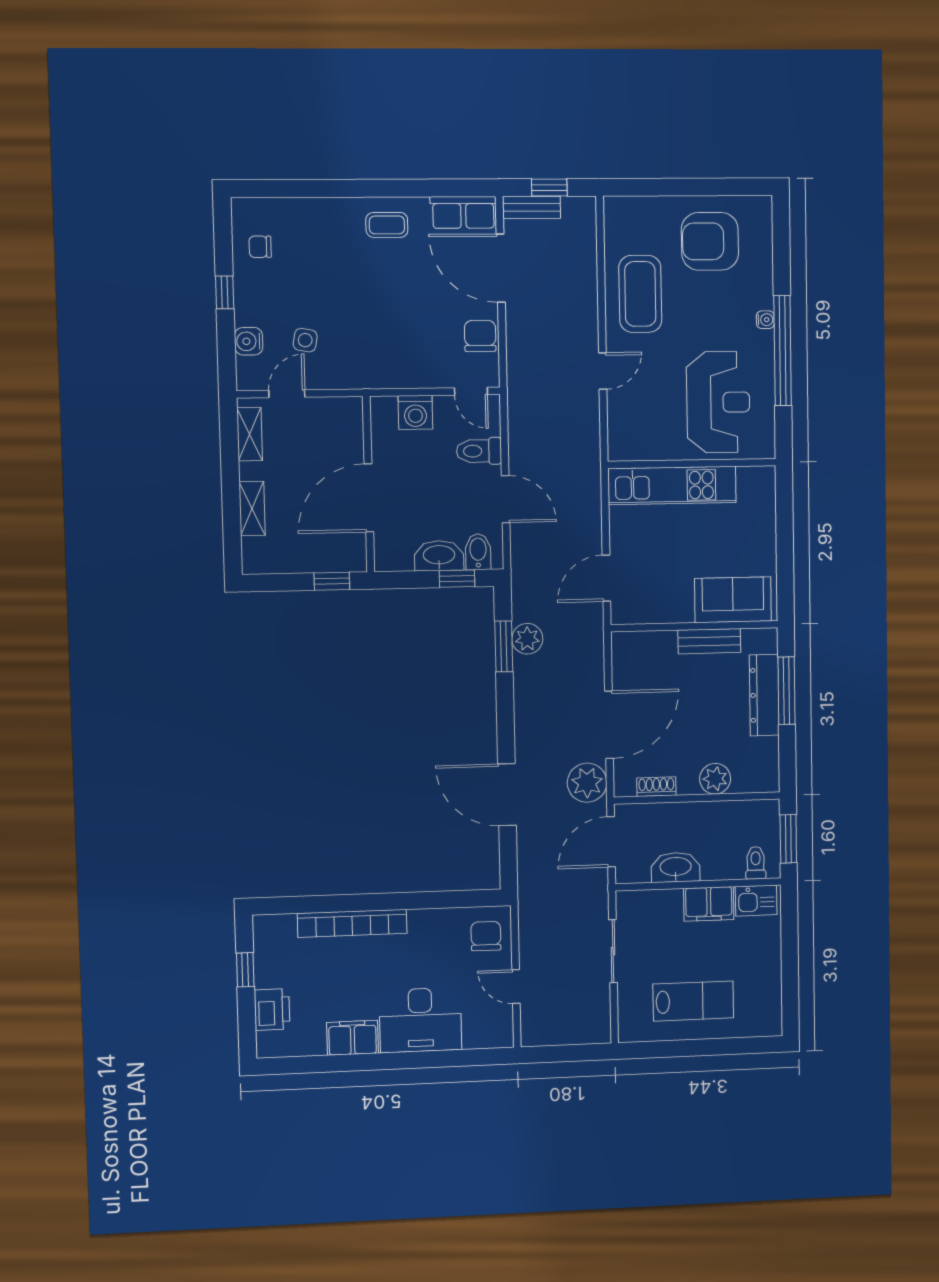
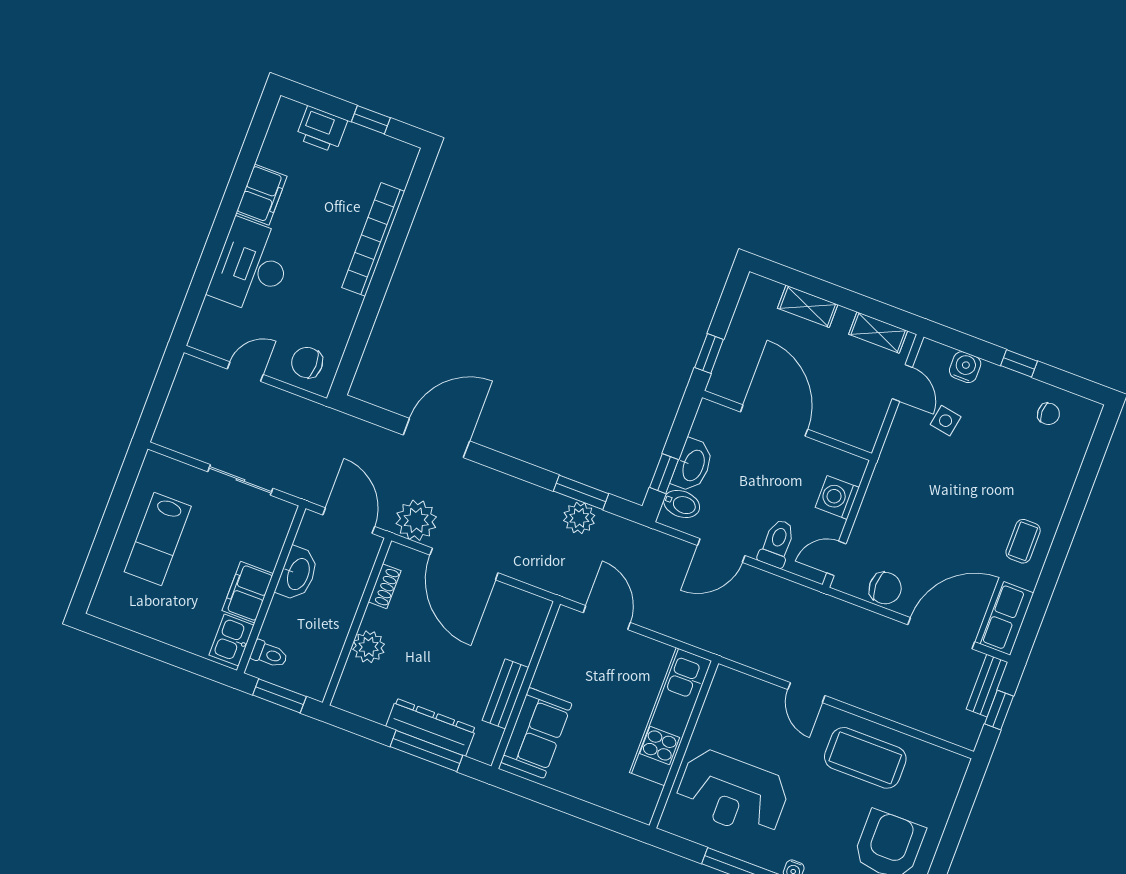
chair: (260, 247) -> (1048, 414), turned 90
chair: (486, 936) -> (307, 363), turned 180

